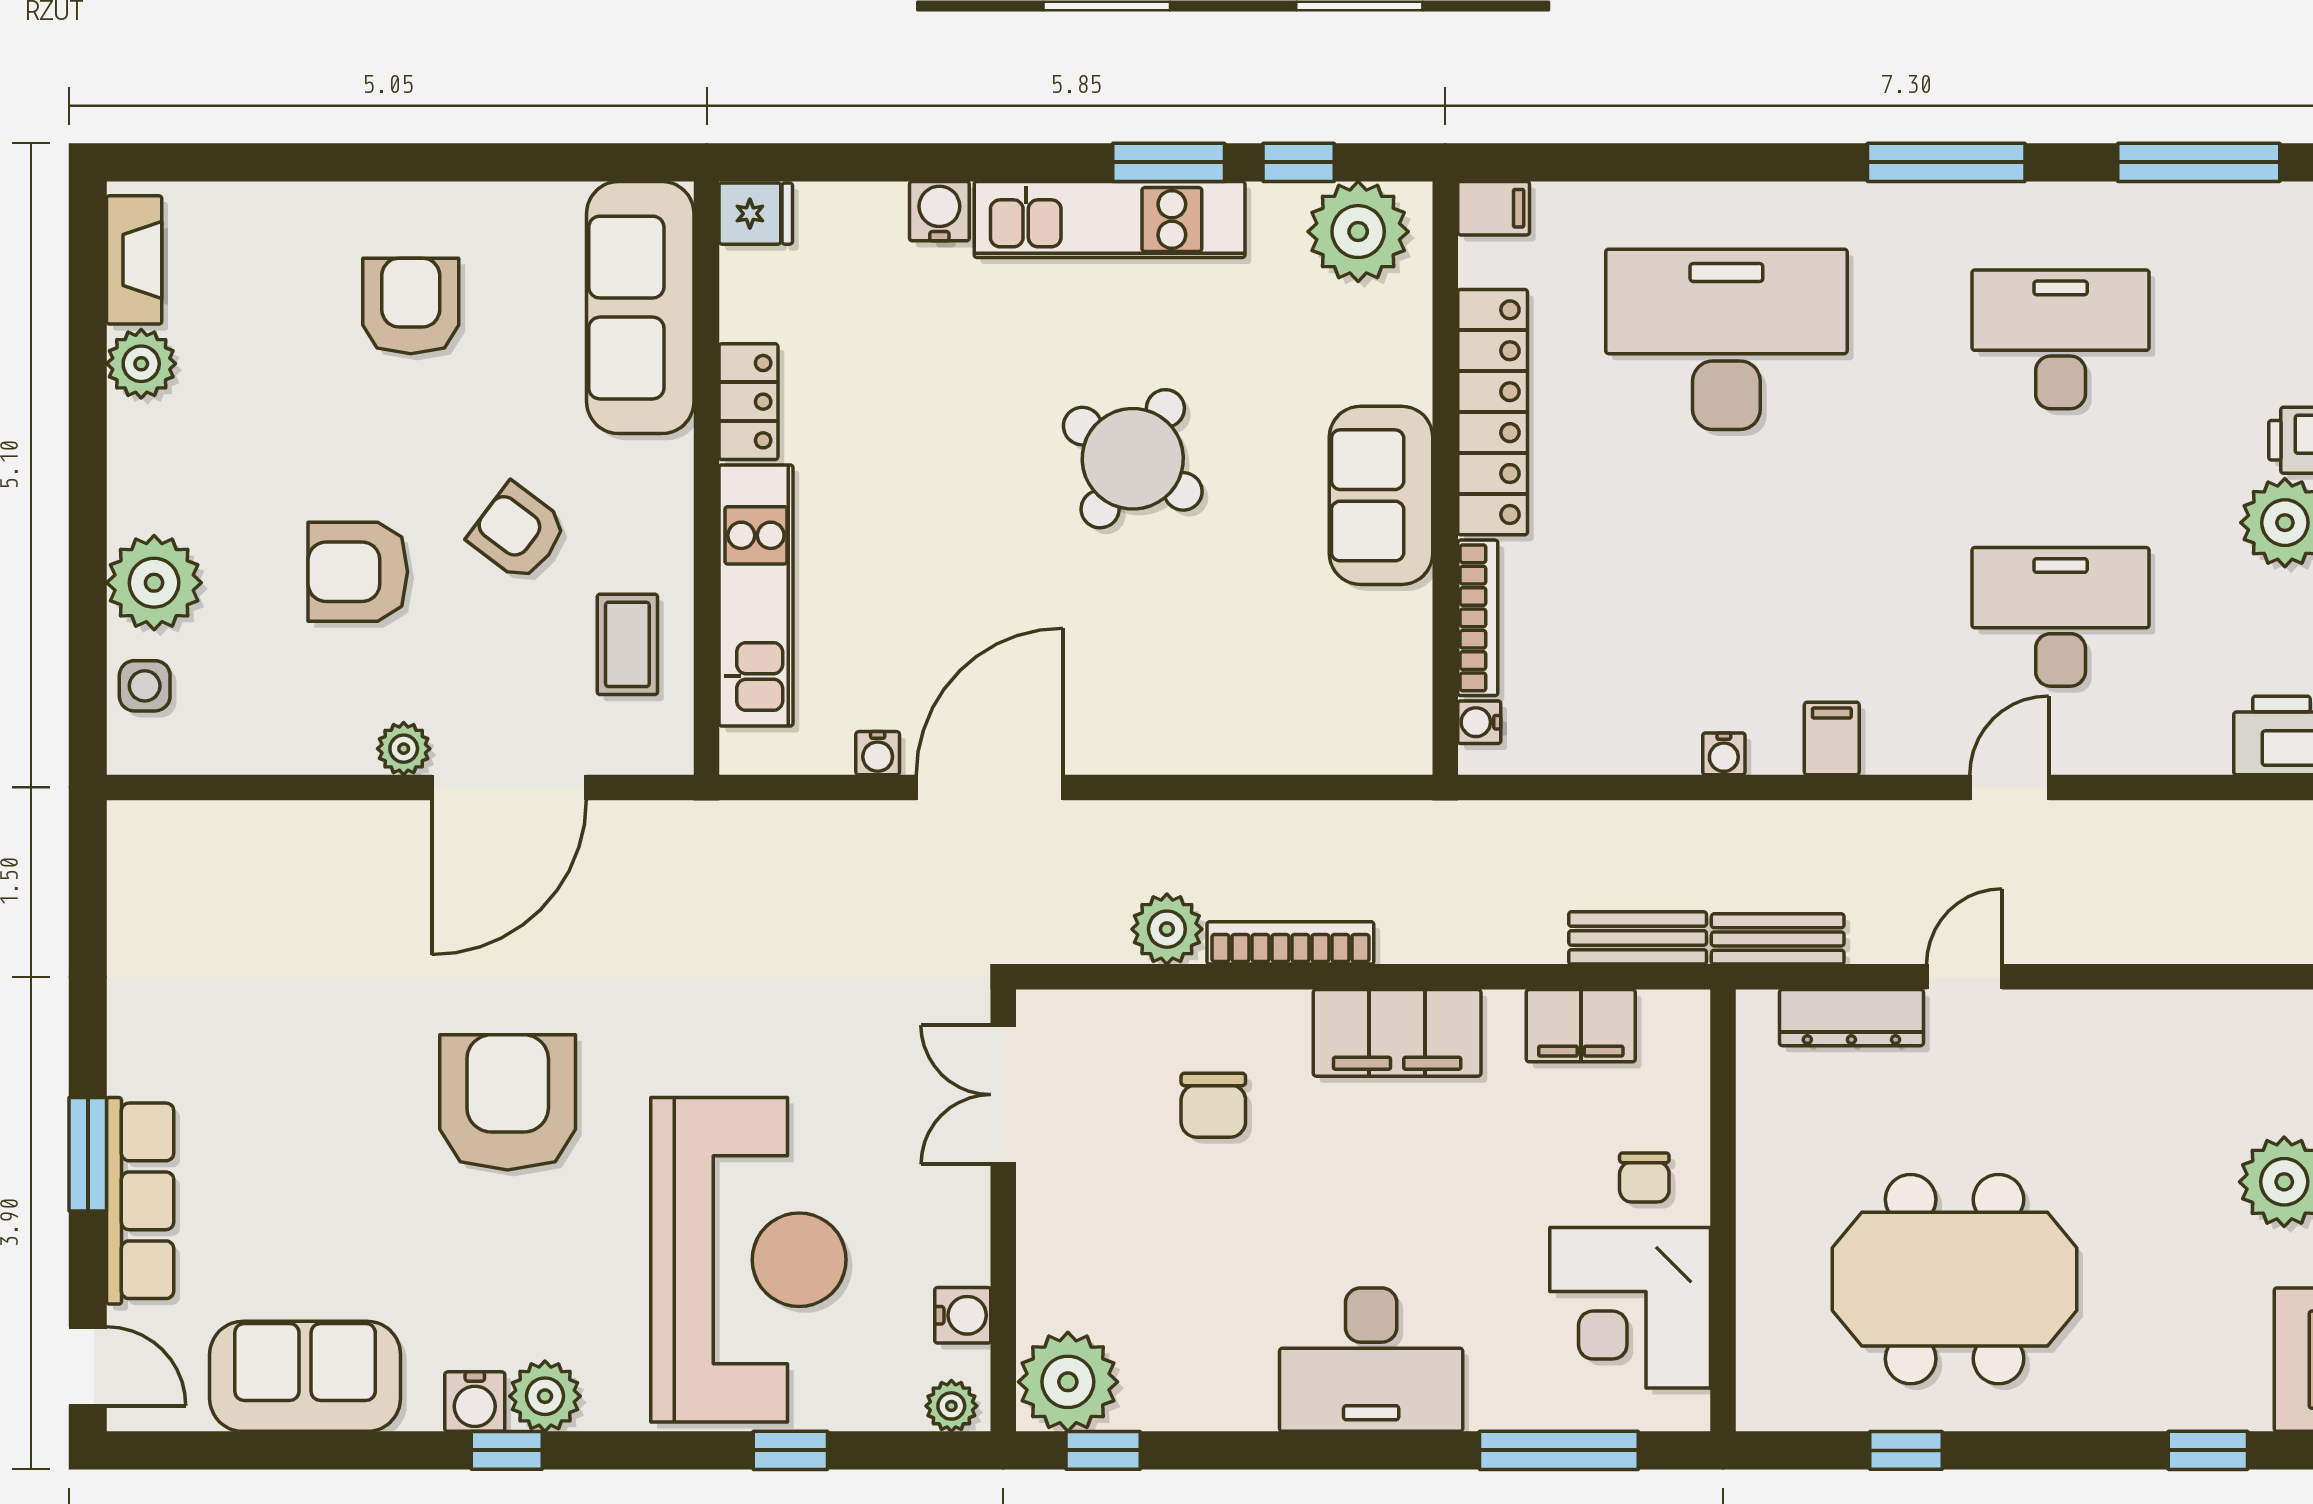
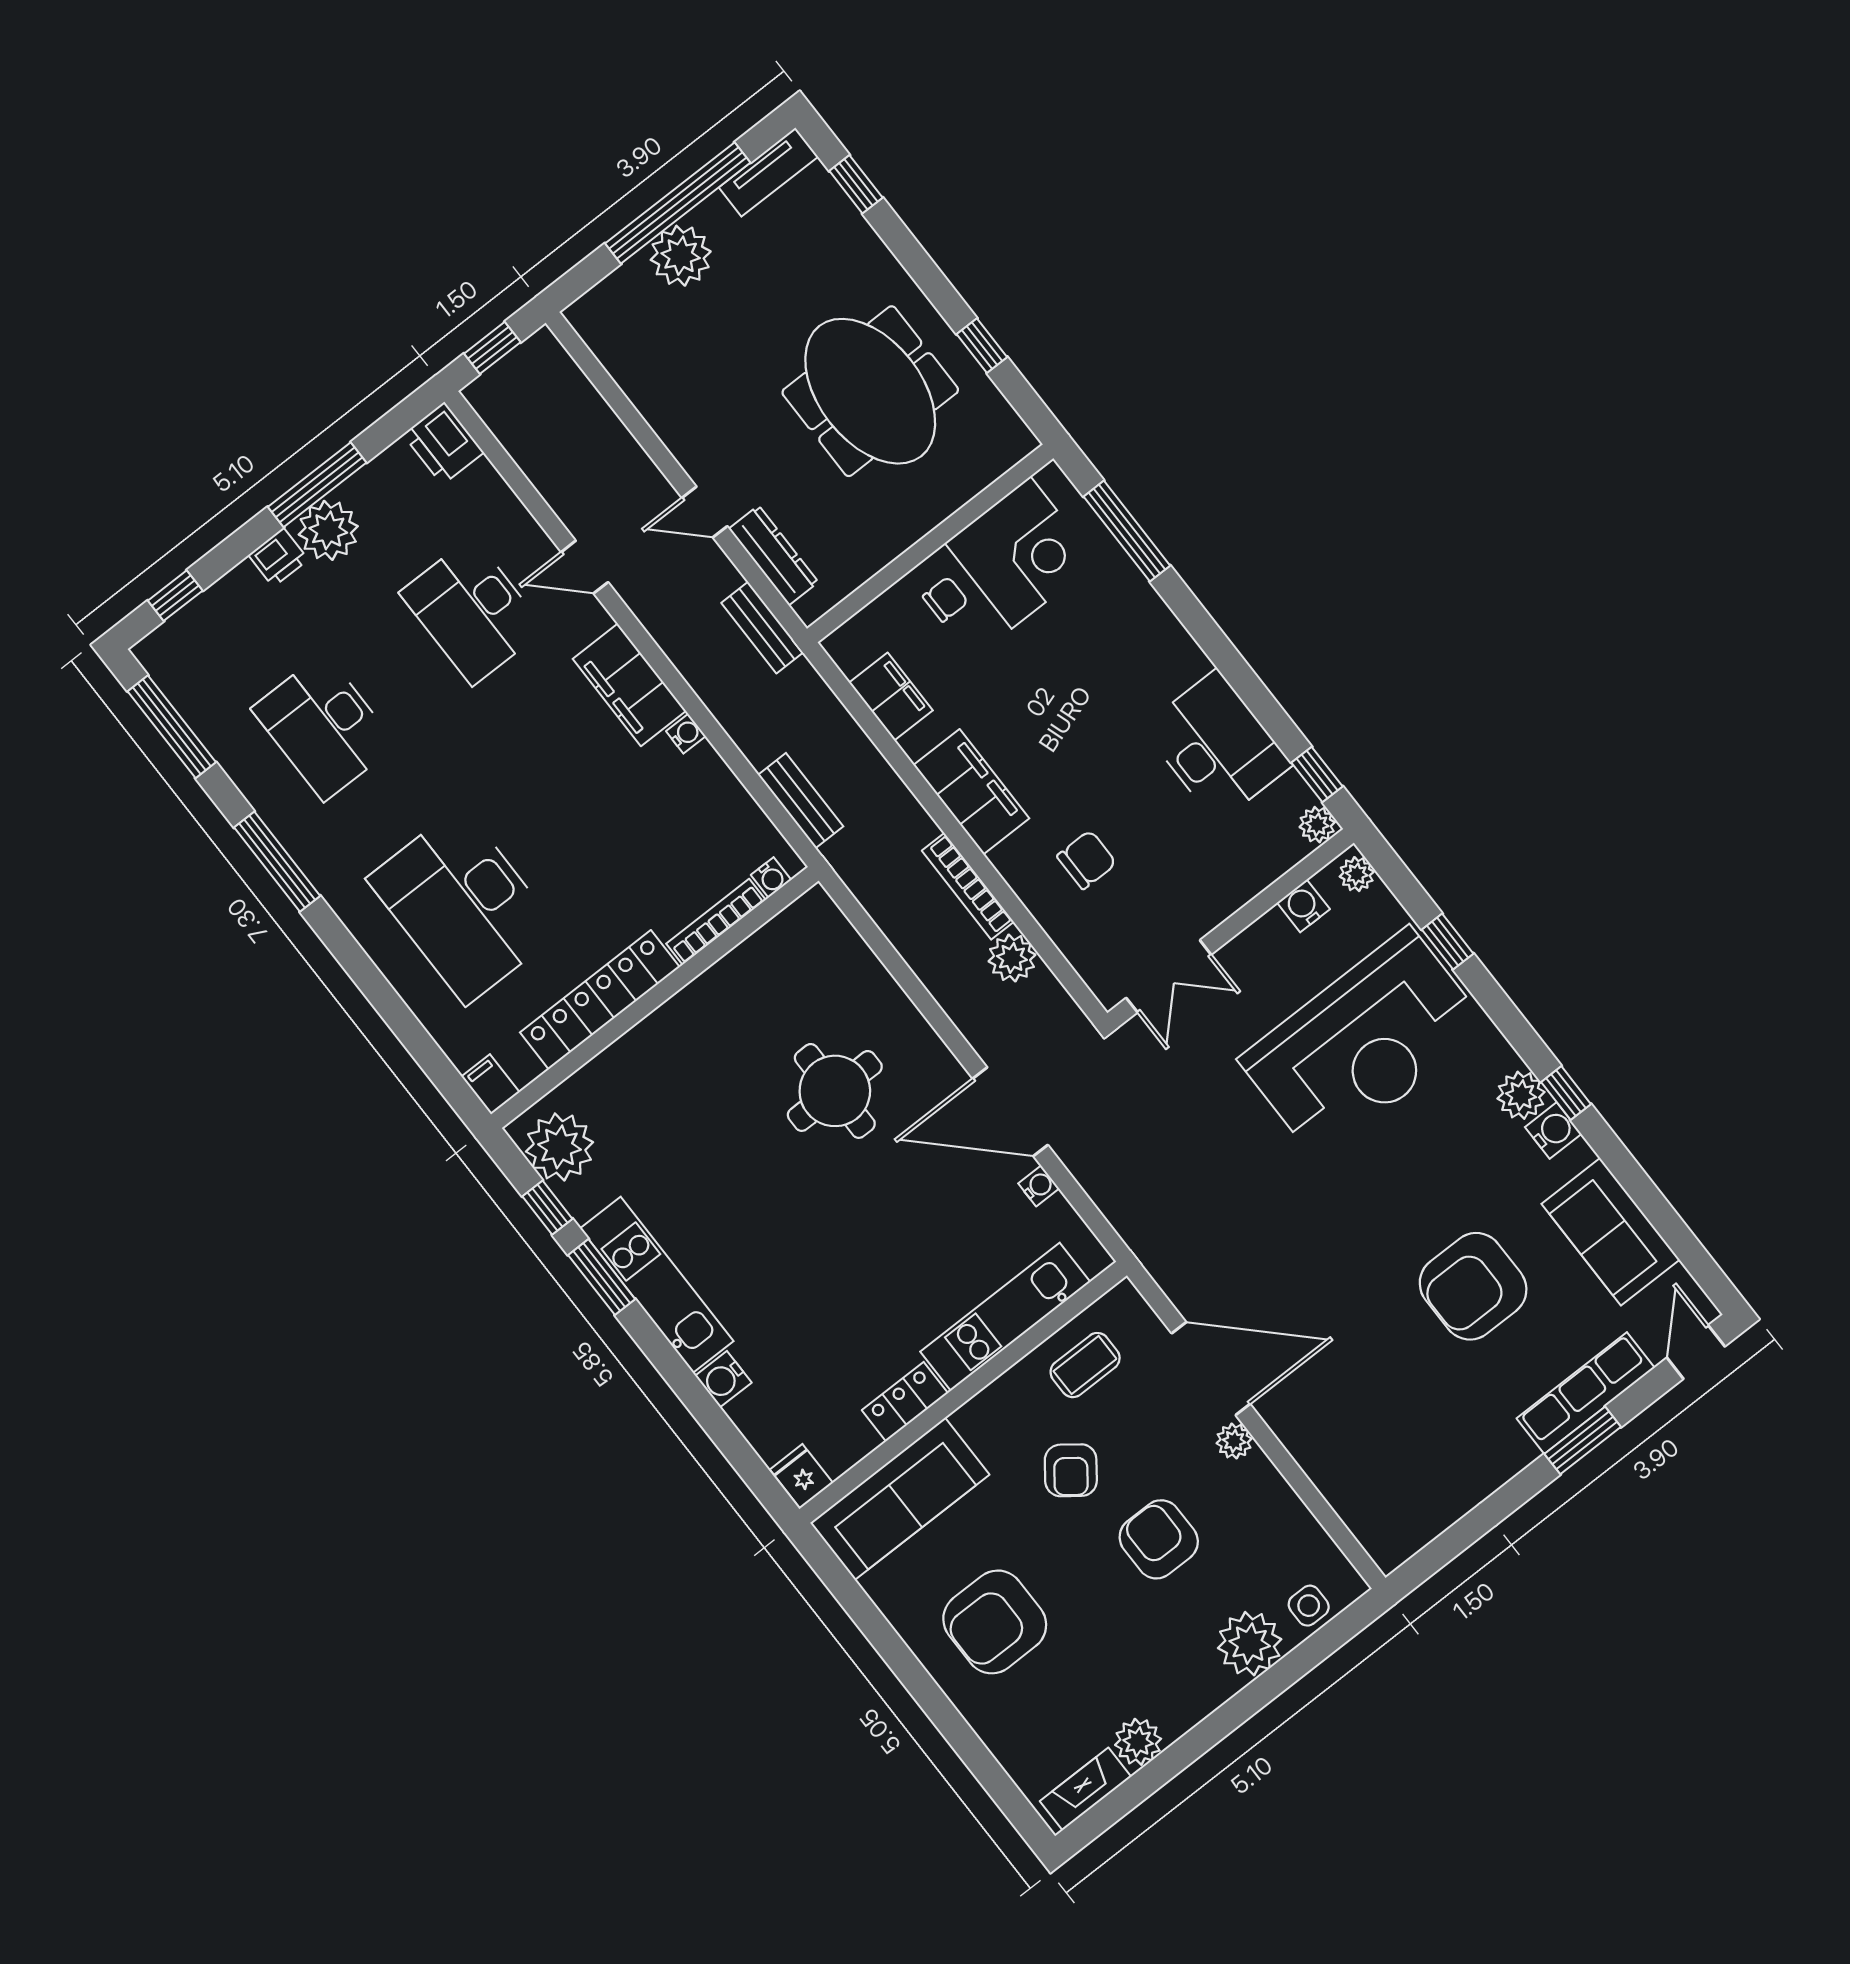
armchair: (411, 306) -> (995, 1622), width x1.36, depth x1.36
round table: (1133, 459) -> (835, 1091), moved, turned -33
sofa: (1381, 495) -> (691, 1025), removed
armchair: (358, 572) -> (1159, 1539), turned 180
filing cabinet: (1832, 738) -> (629, 685), width x3.00, depth x1.17
bench: (1638, 938) -> (801, 801), moved
armchair: (508, 1102) -> (1473, 1286), moved
reception desk: (748, 1260) -> (1363, 1044), turned 180
desk: (1371, 1360) -> (1217, 746), moved
plant: (1068, 1382) -> (1317, 825), width x0.53, depth x0.53

